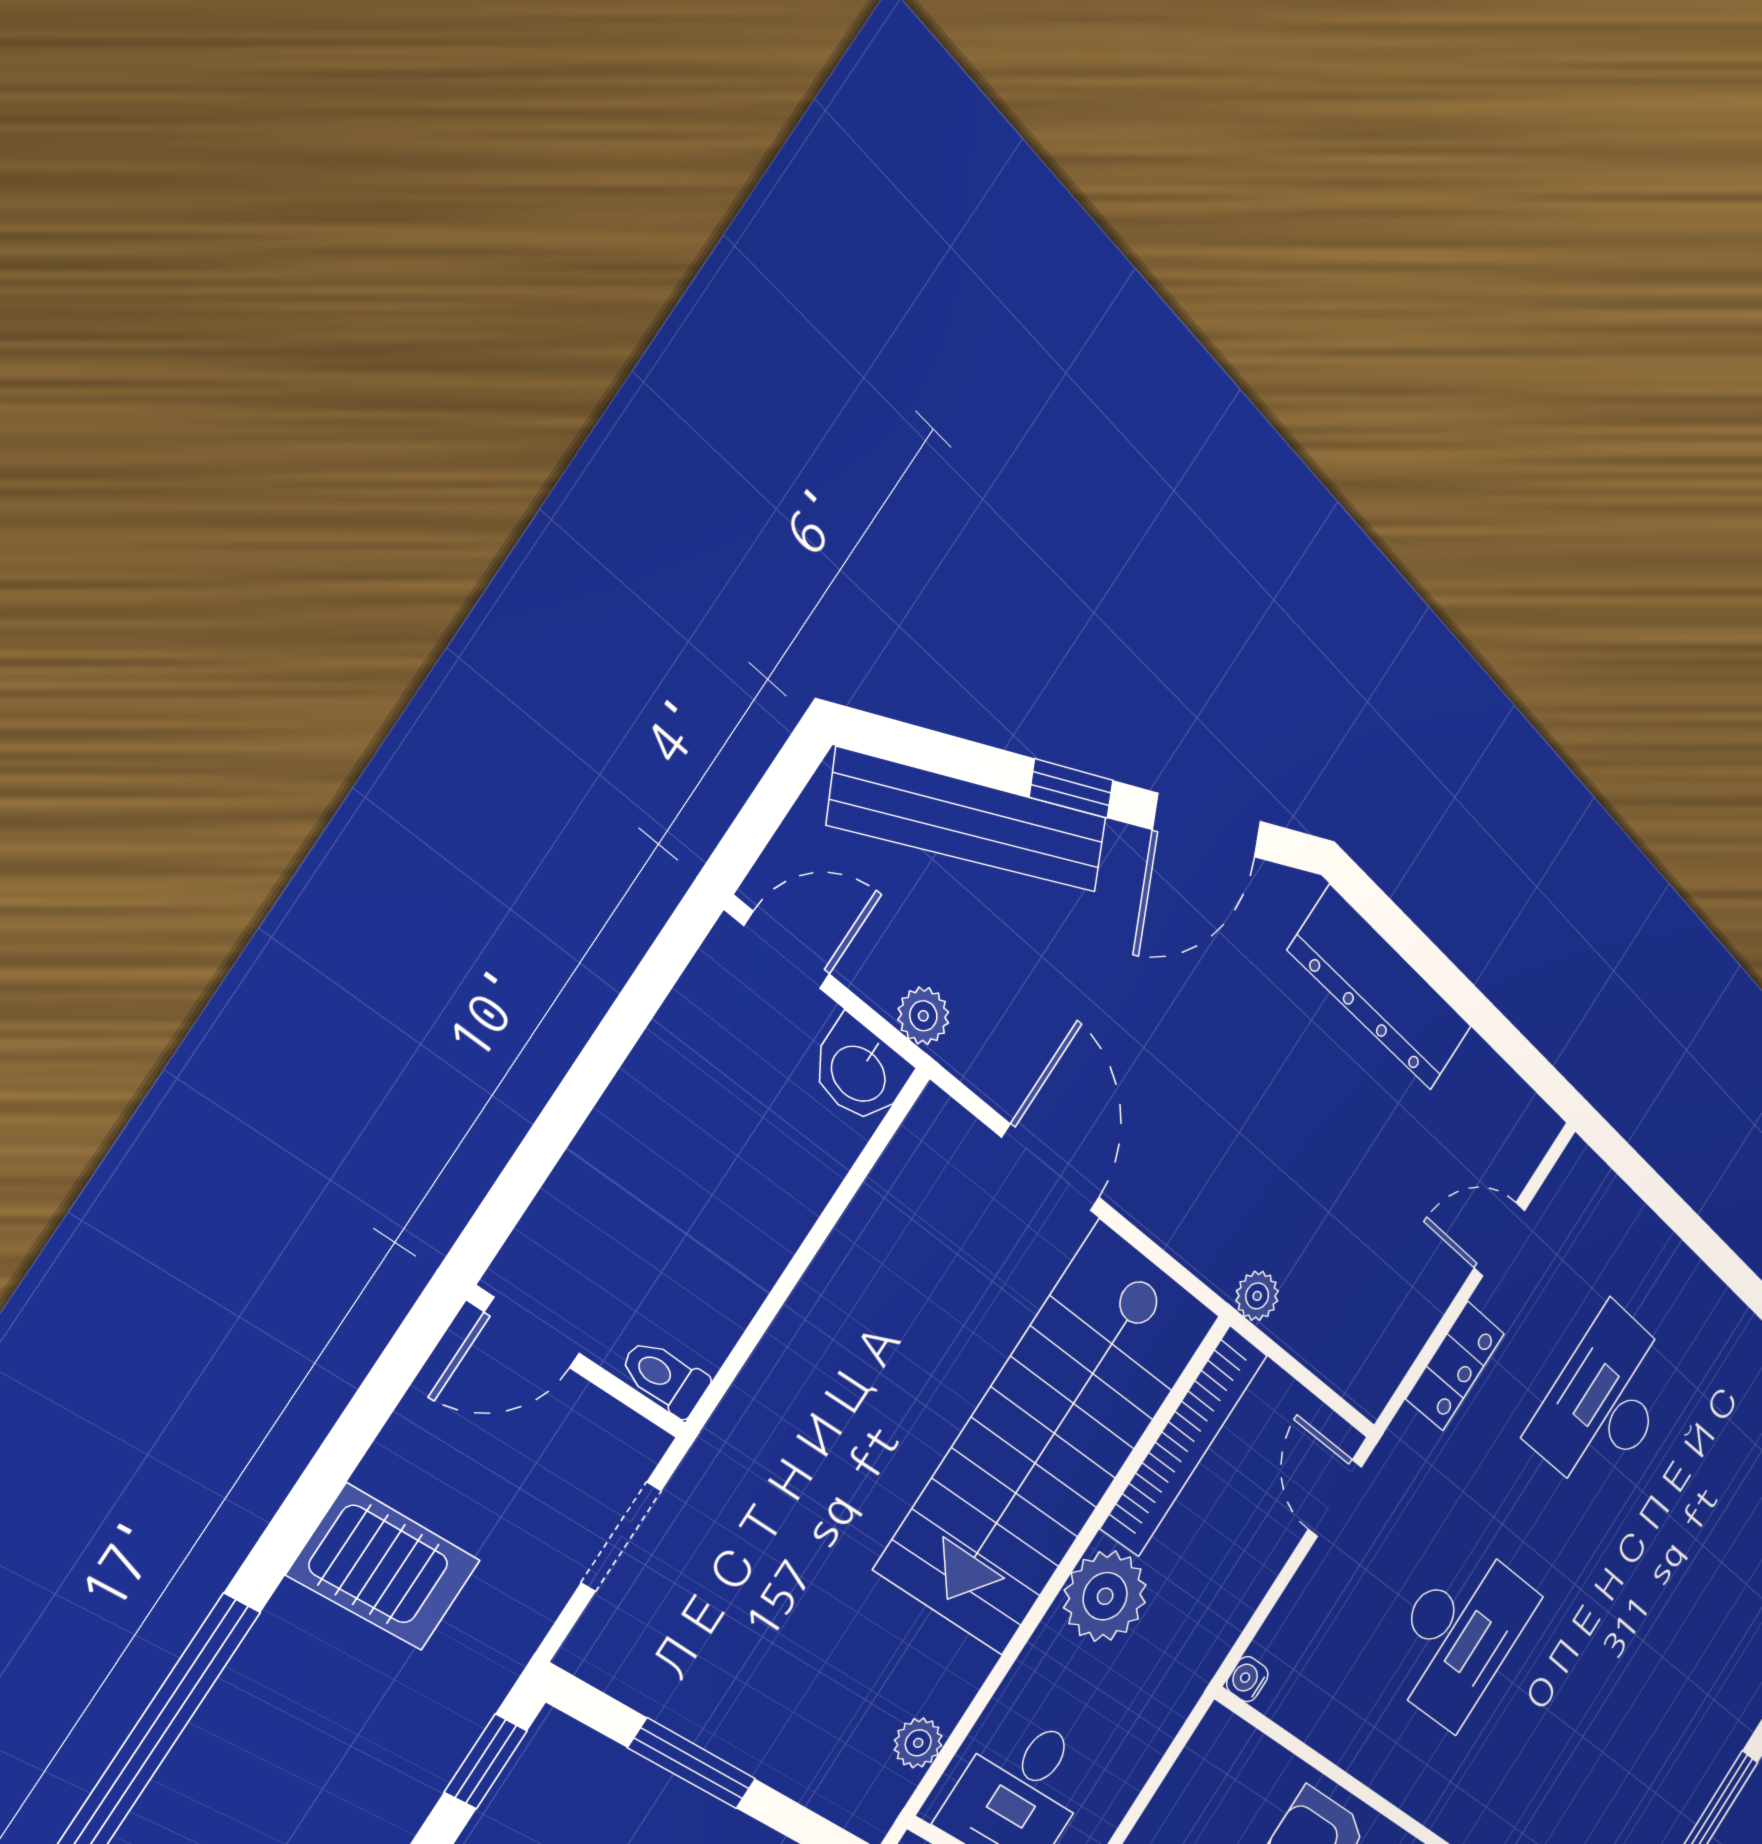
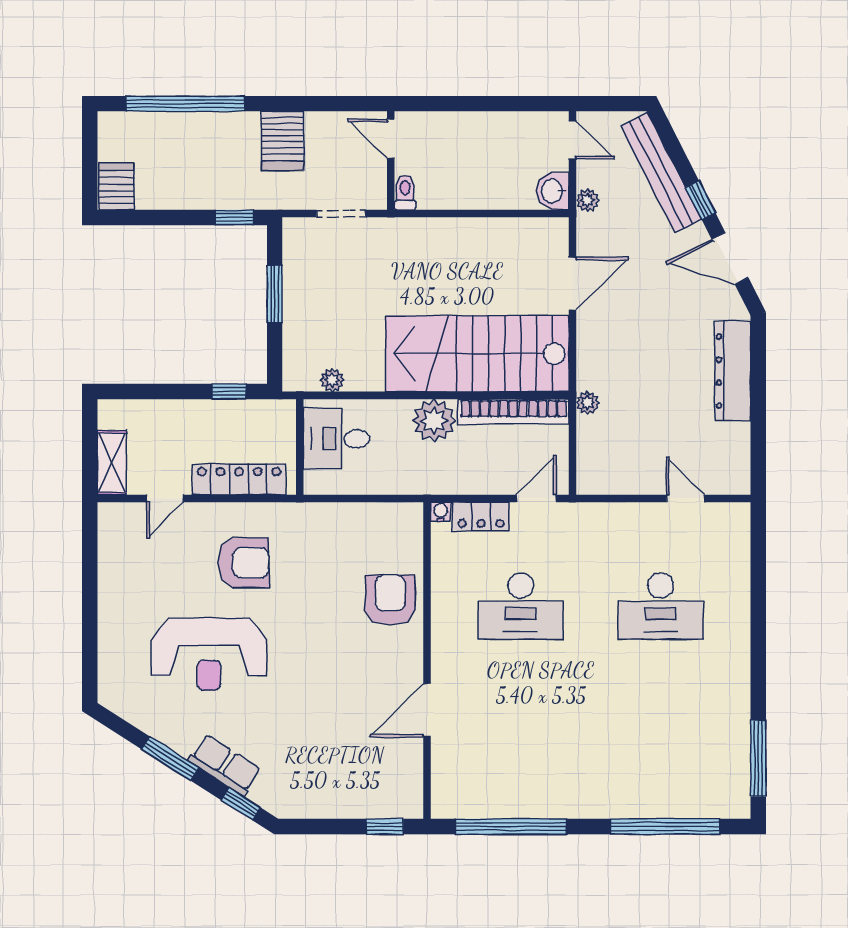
locker: (1455, 1366) -> (481, 516), moved
desk: (1605, 1403) -> (661, 606), turned 180

